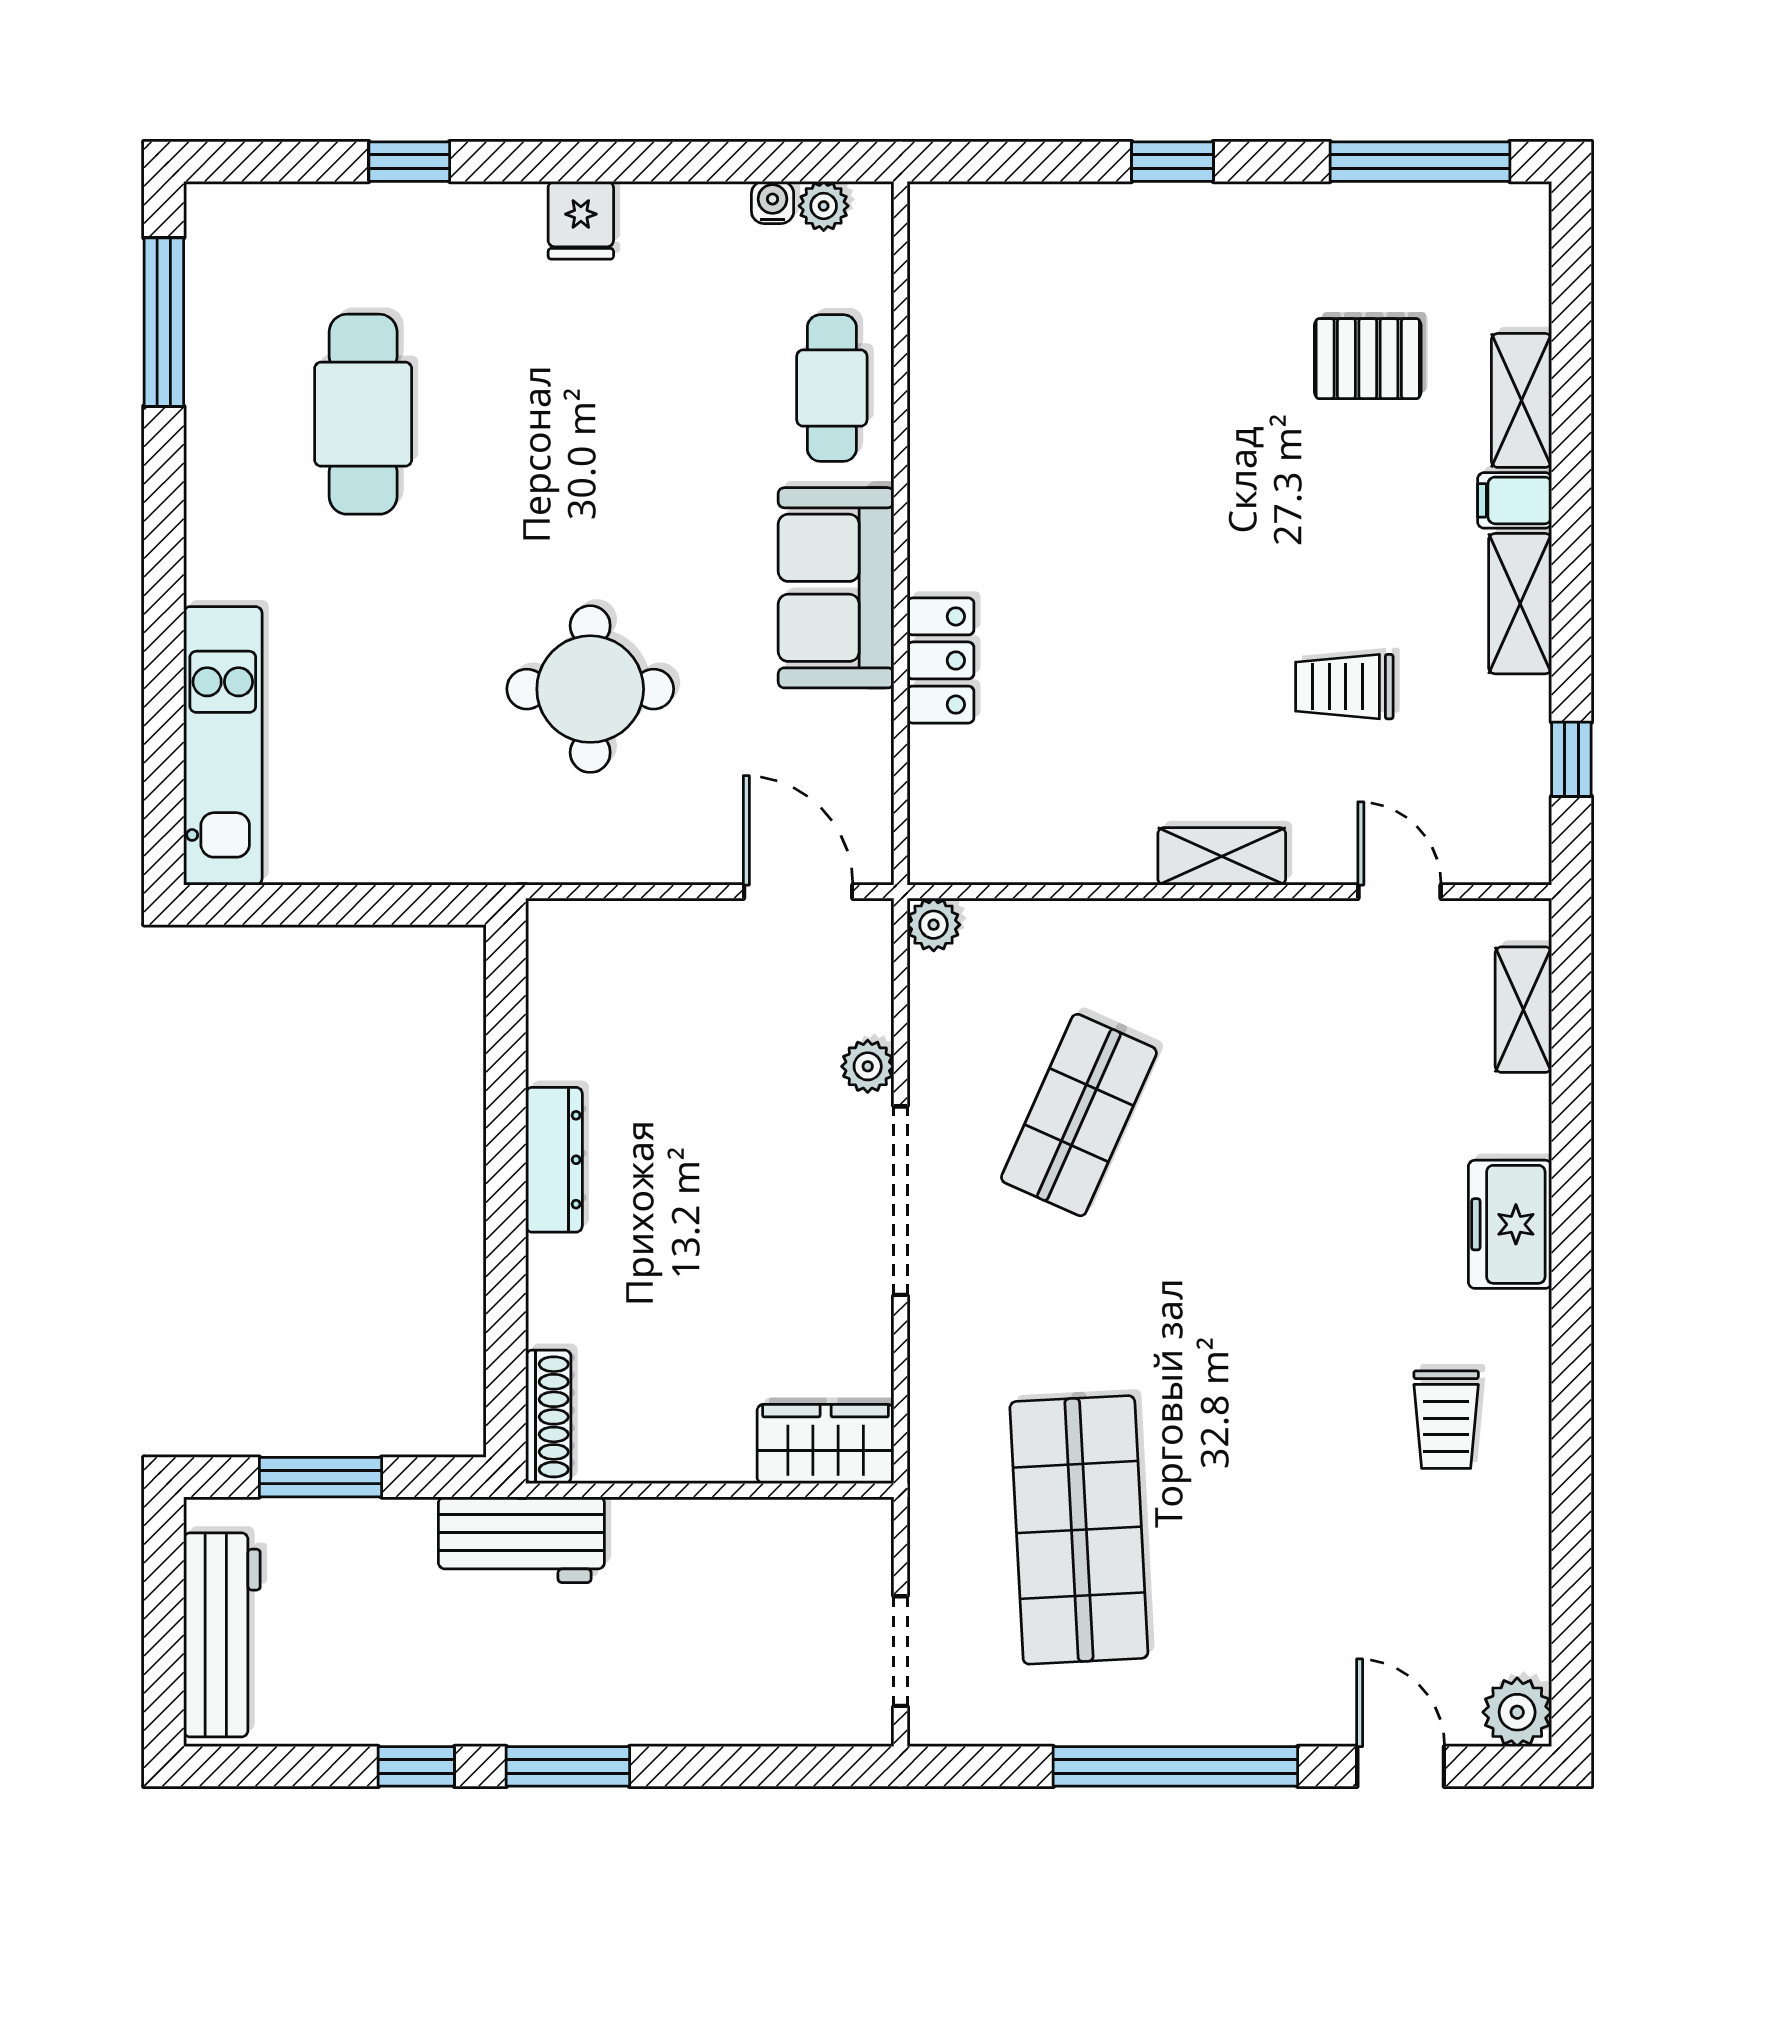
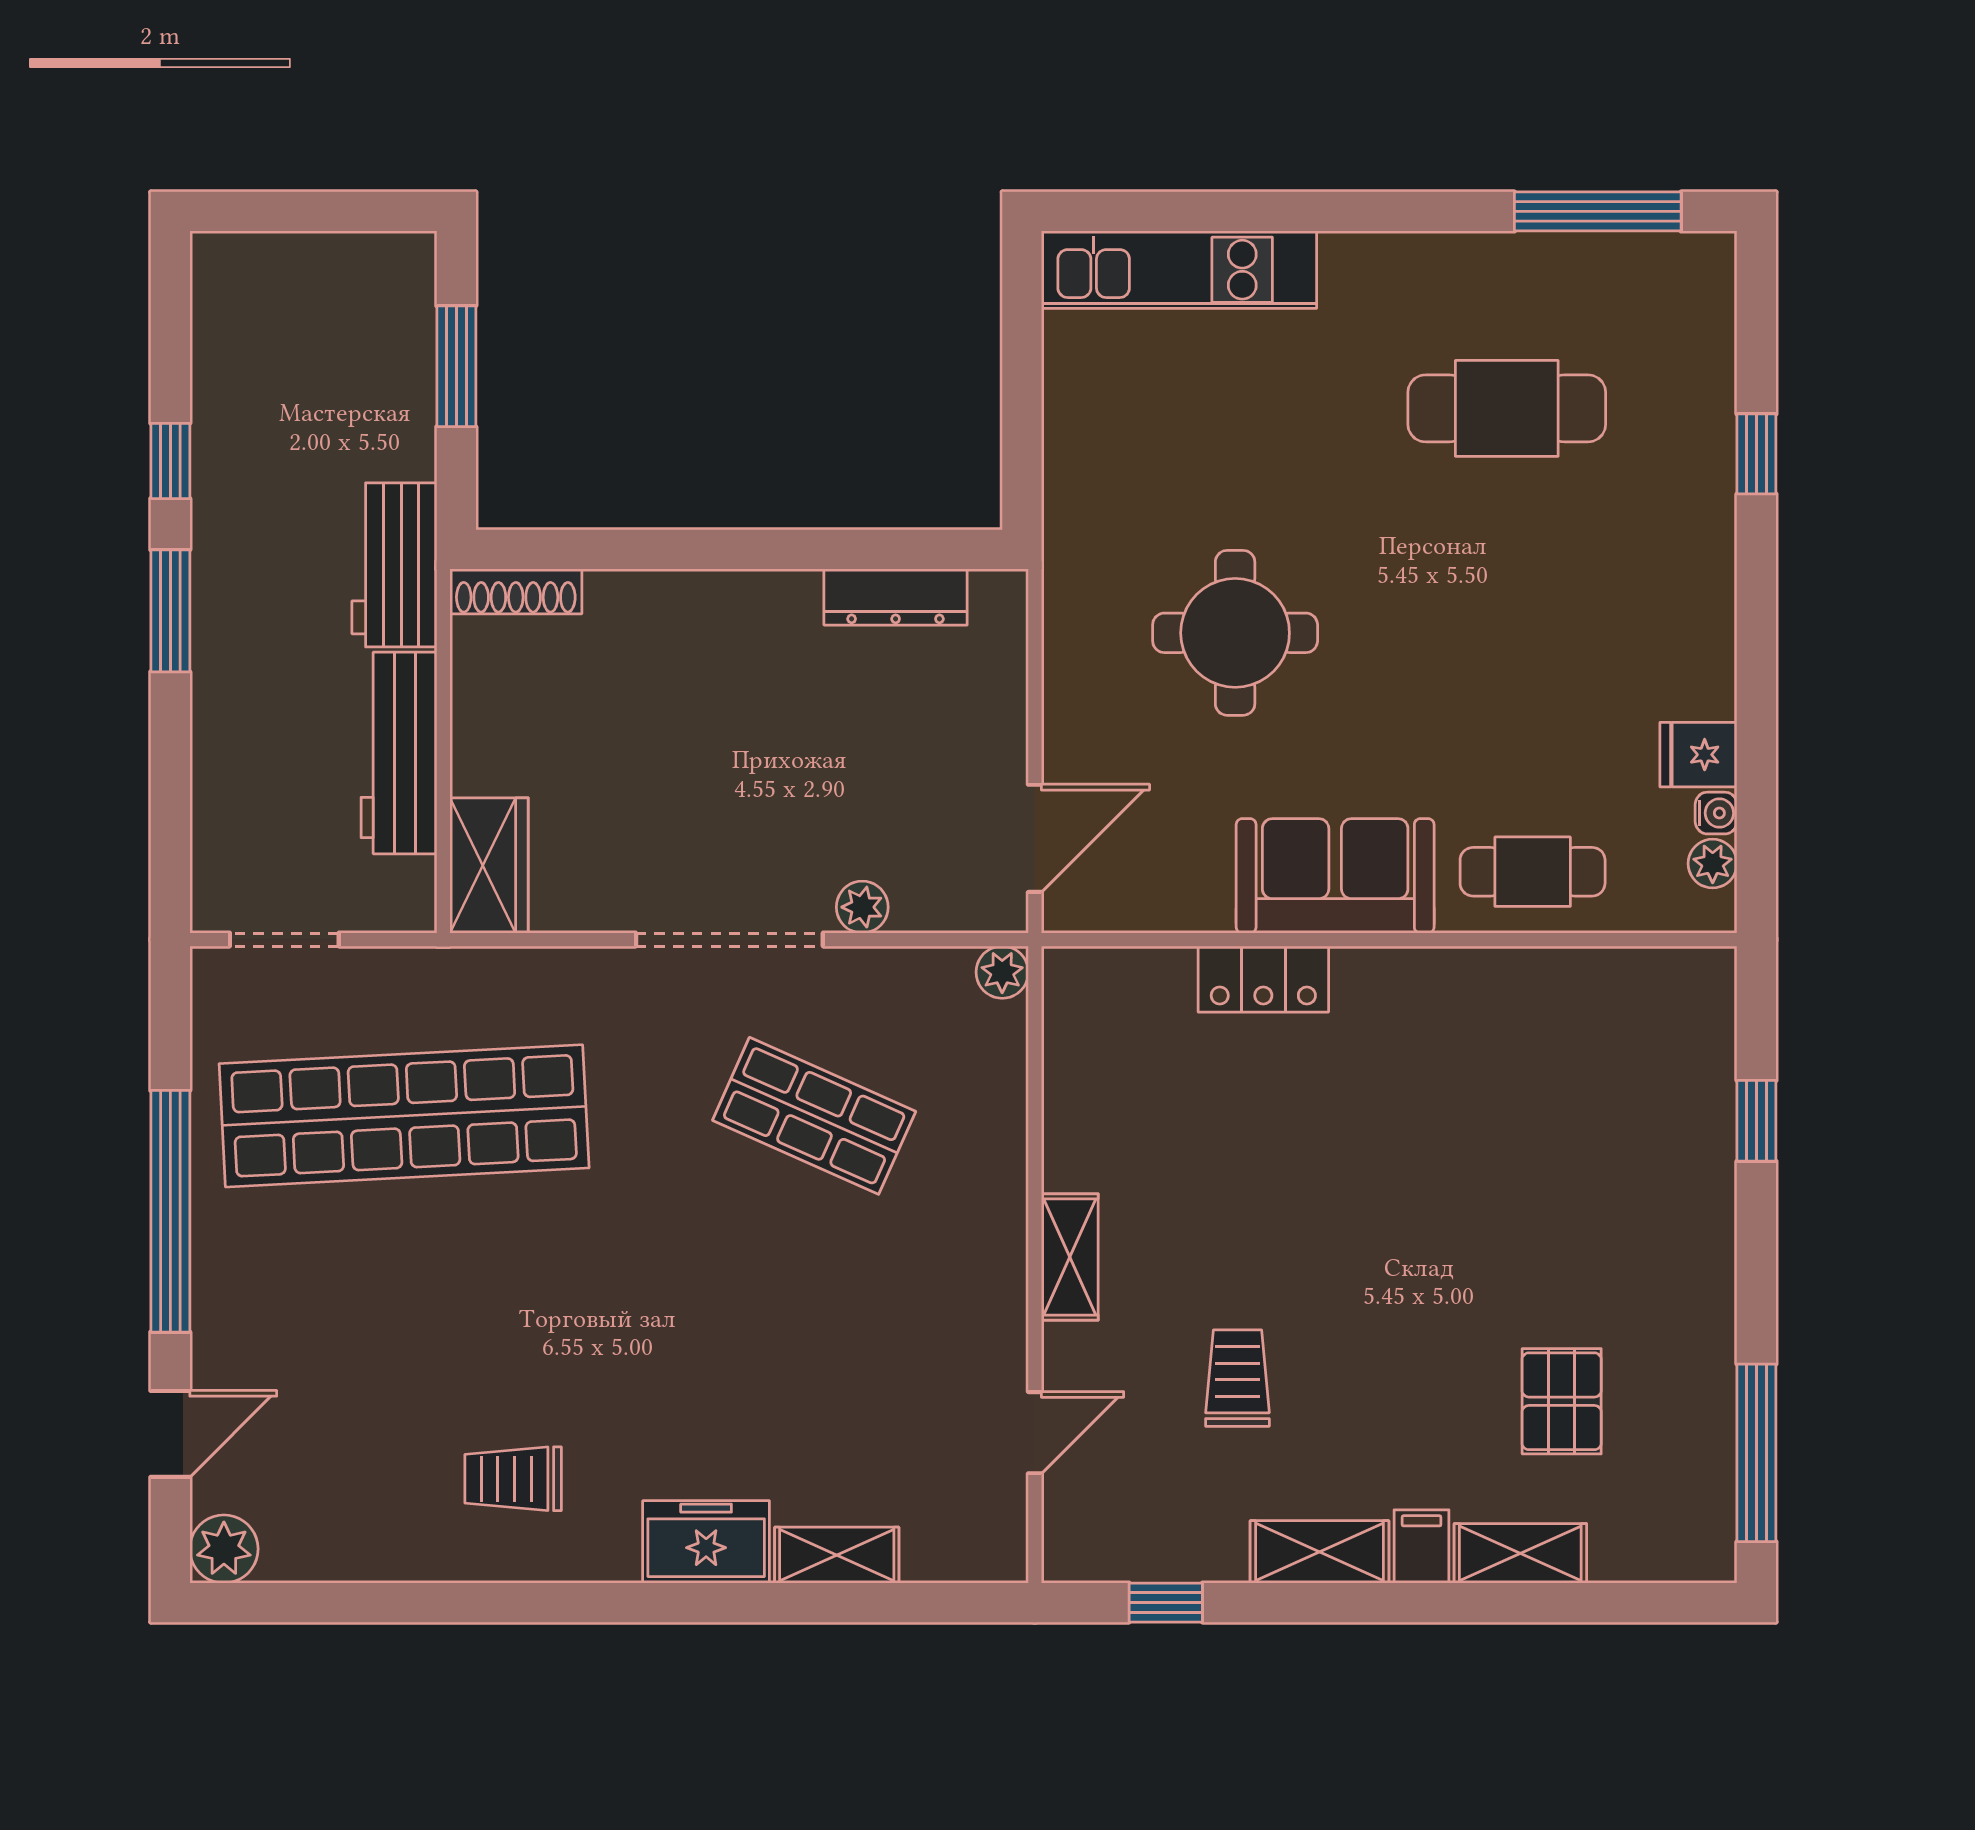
window: (1172, 162) -> (1756, 1121), moved
fridge: (581, 220) -> (1698, 755), moved
shelving: (1523, 1010) -> (837, 1555), moved
dresser: (554, 1160) -> (896, 597), moved
shop shelf: (1079, 1530) -> (404, 1116), width x1.40
workbench: (222, 1635) -> (399, 753), moved, turned 90

